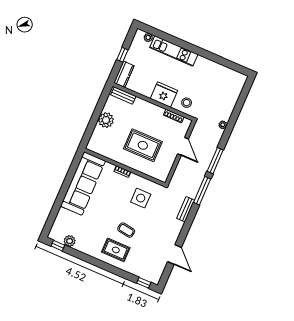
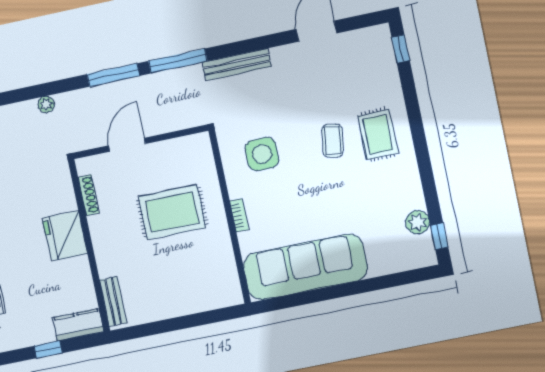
stool: (187, 103) -> (52, 189), removed
plant: (106, 120) -> (173, 302), removed
rug: (143, 145) -> (172, 212), turned 90
bench: (186, 209) -> (237, 64), width x1.36

